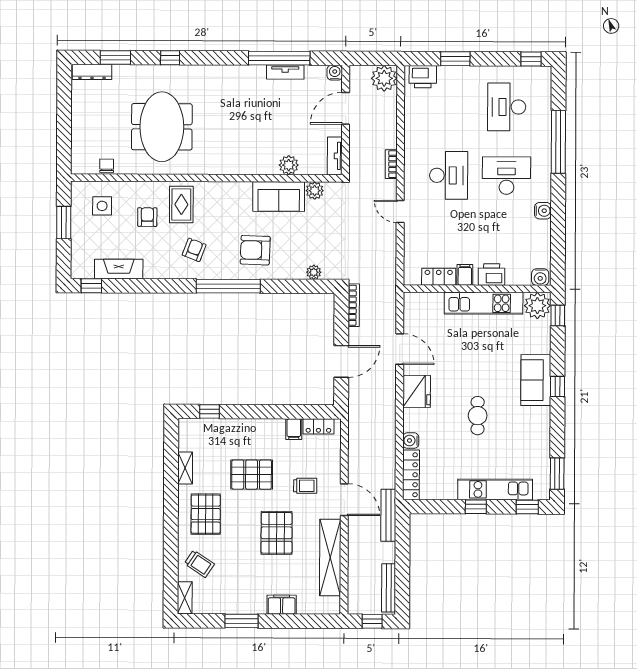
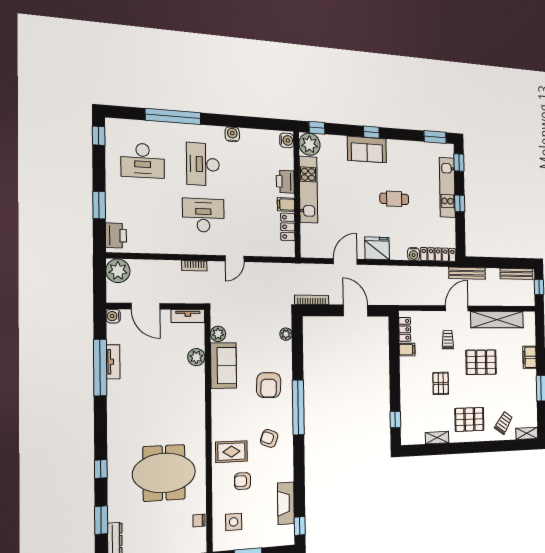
pallet: (252, 475) -> (441, 383), width x0.67, depth x0.71

